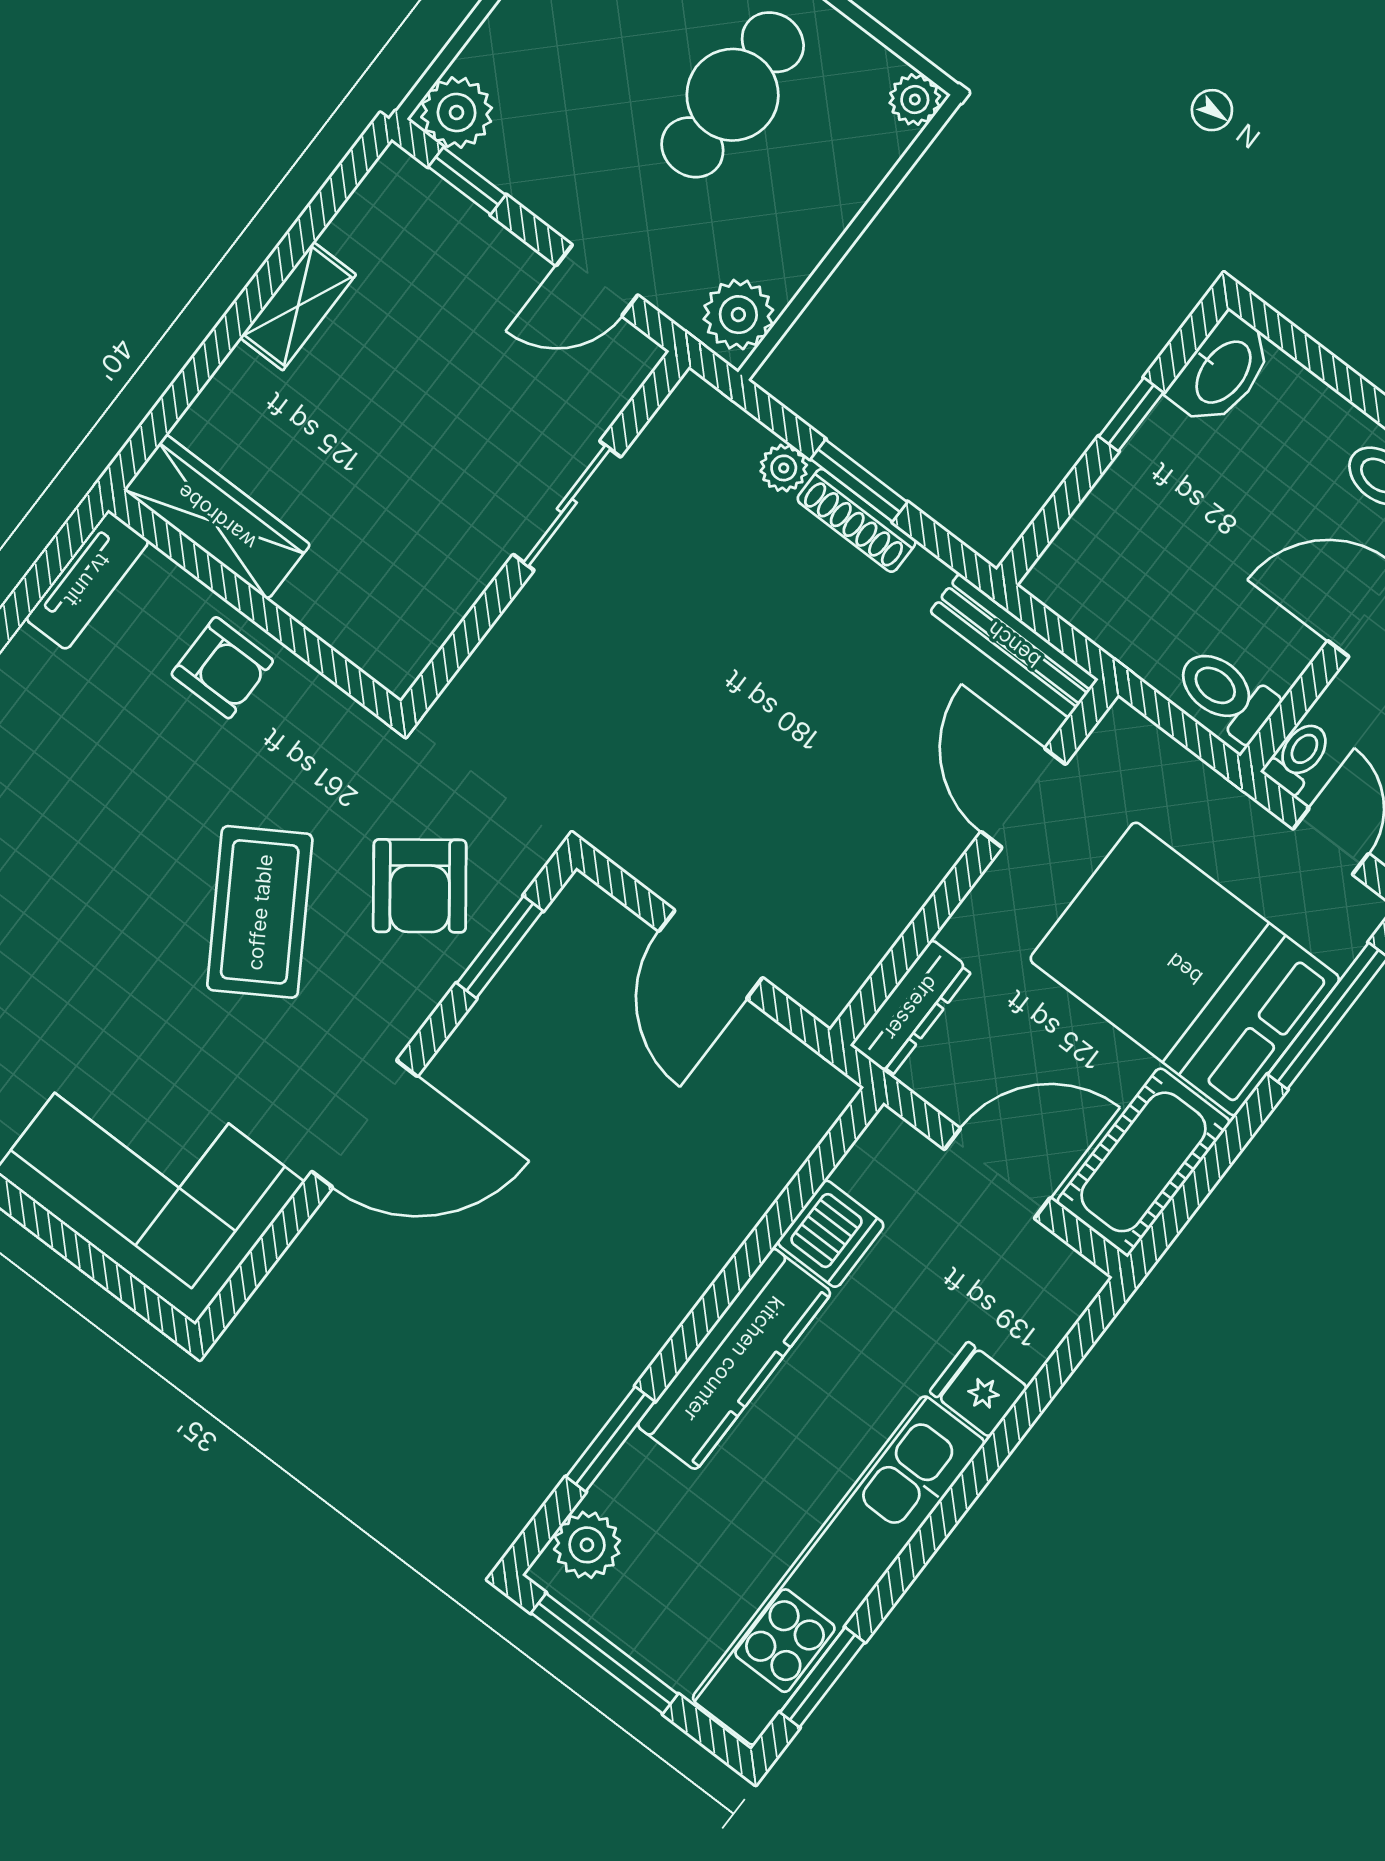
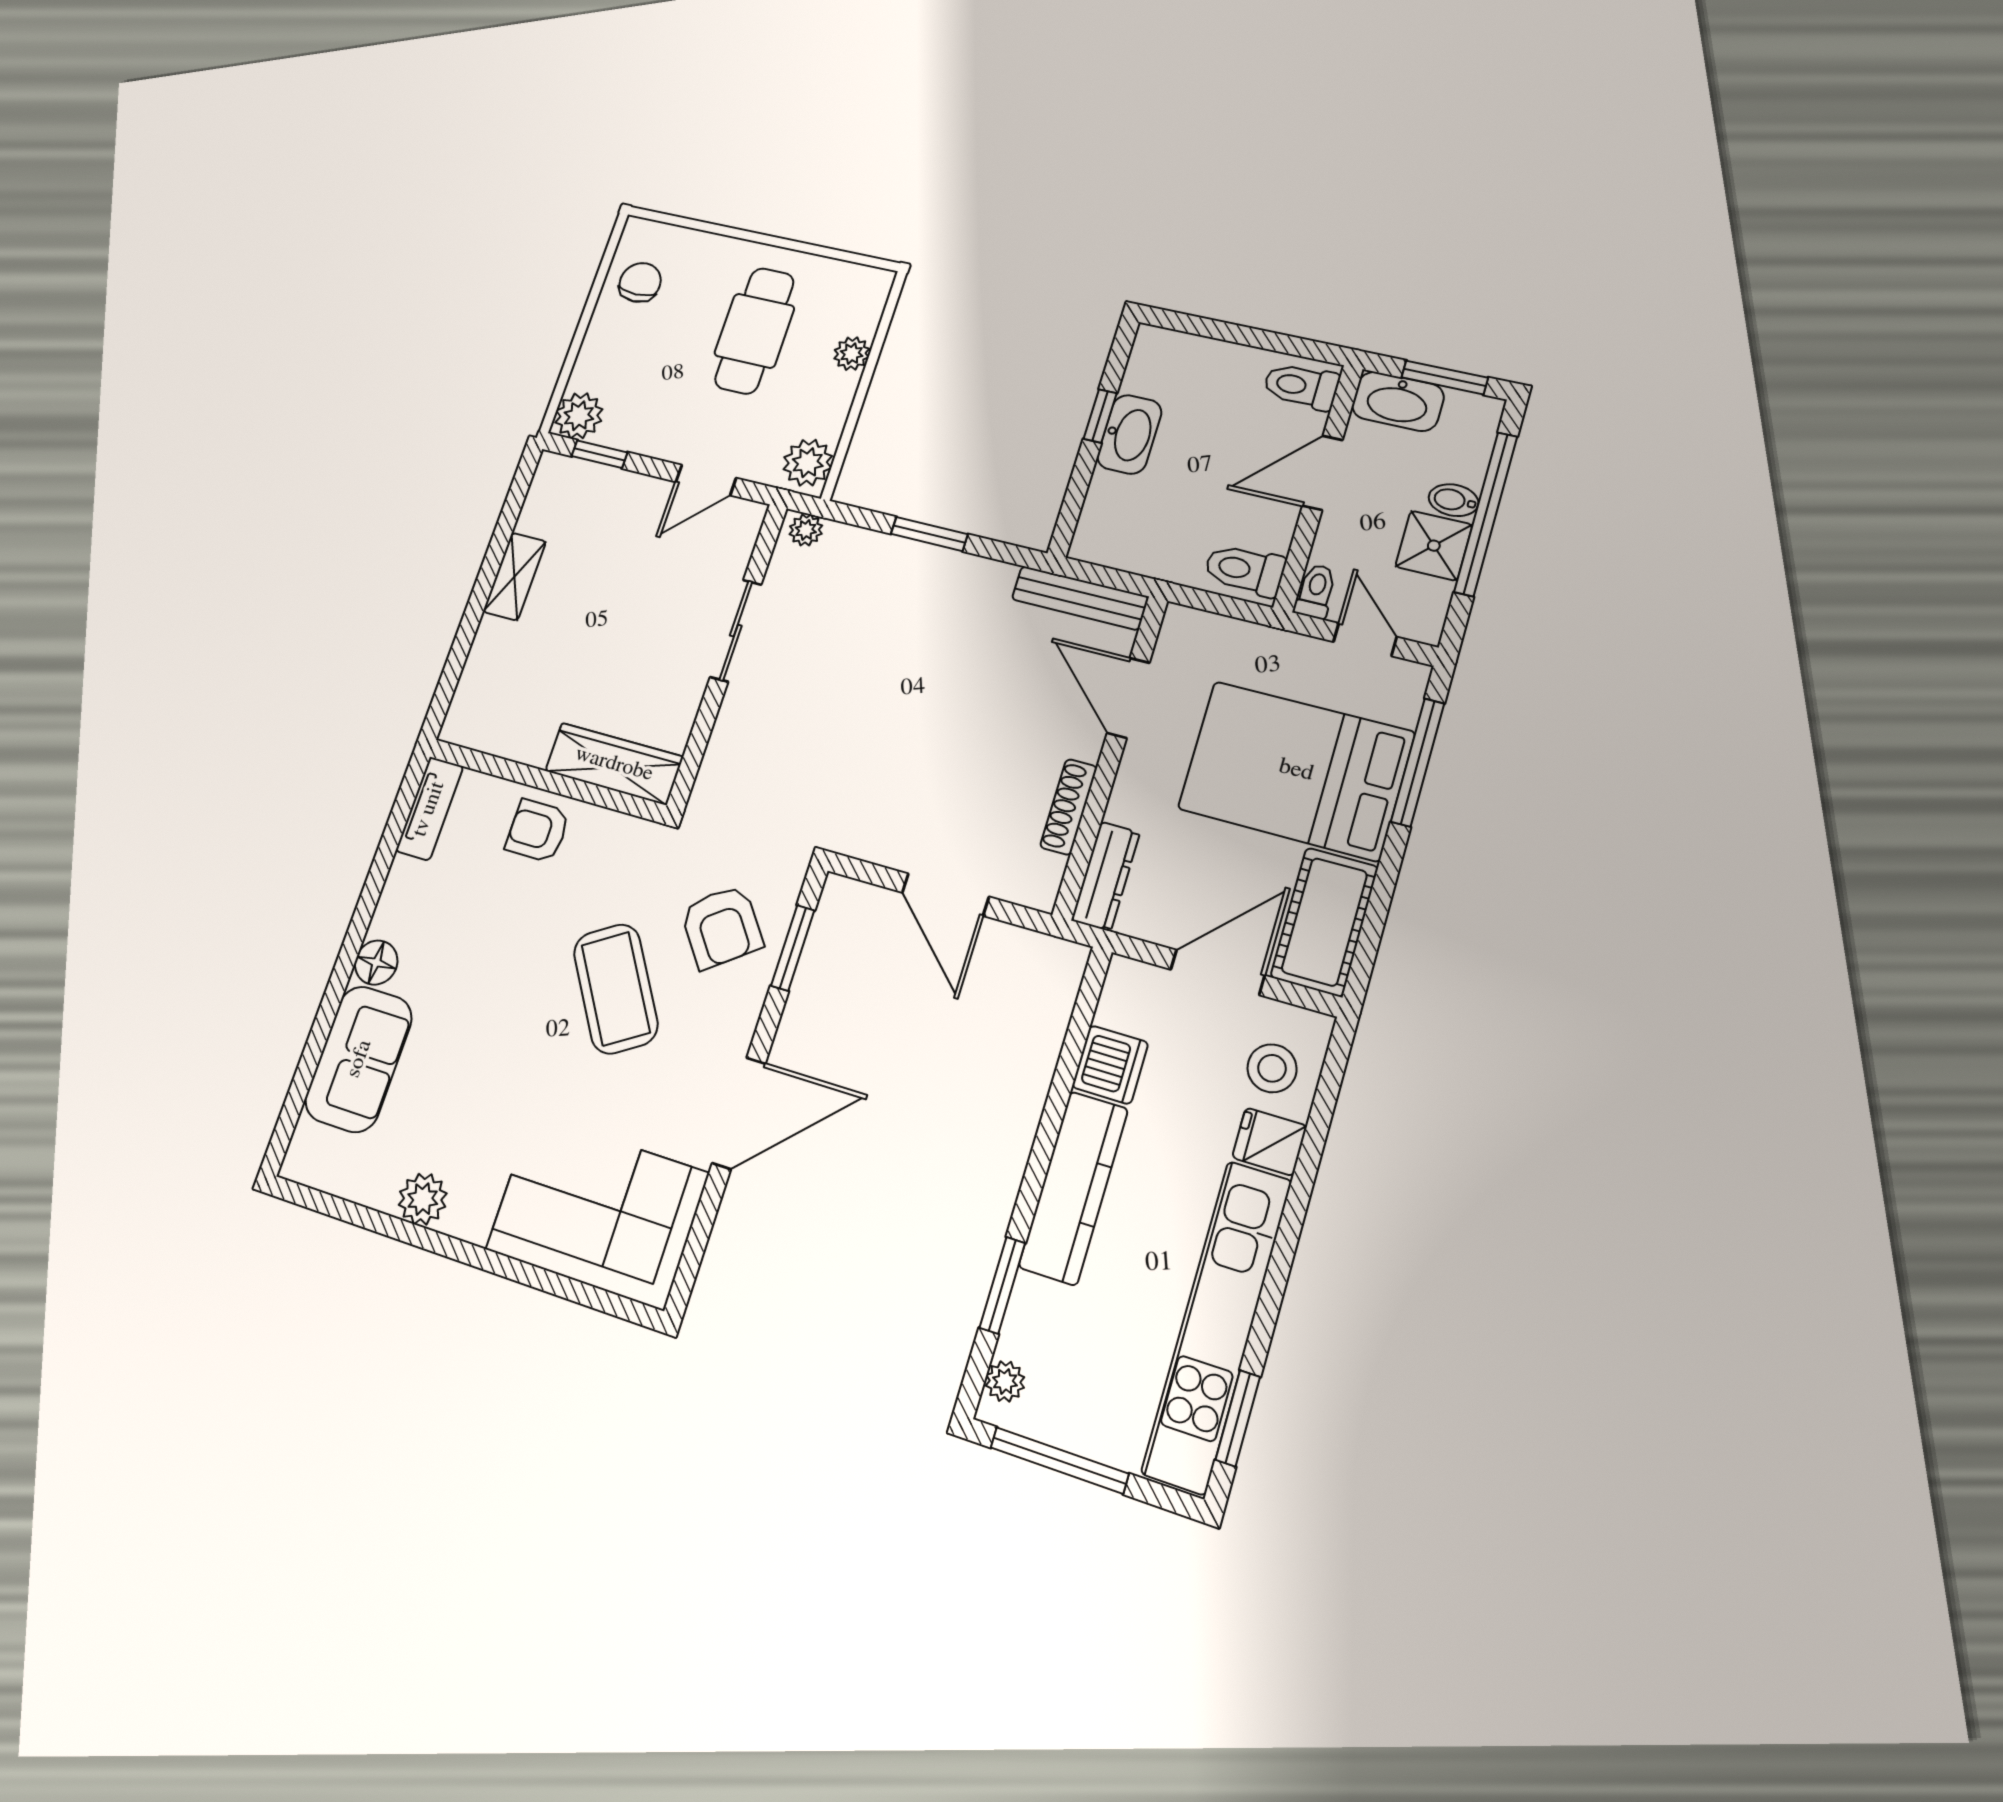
plant: (915, 100) -> (852, 354), moved
washbasin: (1222, 371) -> (1129, 434), moved
plant: (784, 468) -> (806, 530), moved
wardrobe: (217, 517) -> (614, 764), moved
shoe rack: (857, 520) -> (1069, 807), moved, turned 90
armchair: (222, 668) -> (538, 831), turned 180
stool: (1015, 1308) -> (1272, 1068), added
plant: (587, 1545) -> (1005, 1381), width x0.73, depth x0.73

